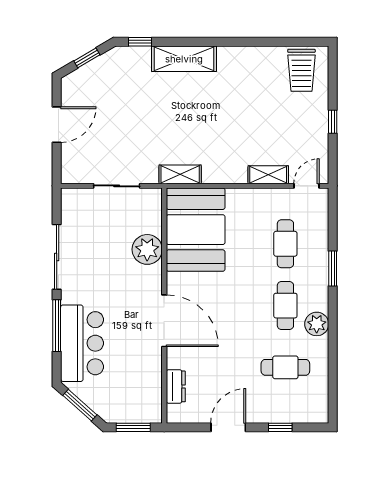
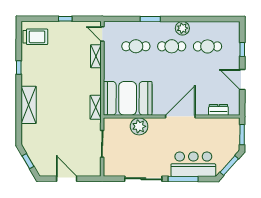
window: (140, 42) -> (19, 67), moved
cafe table: (285, 367) -> (208, 46), turned 90

